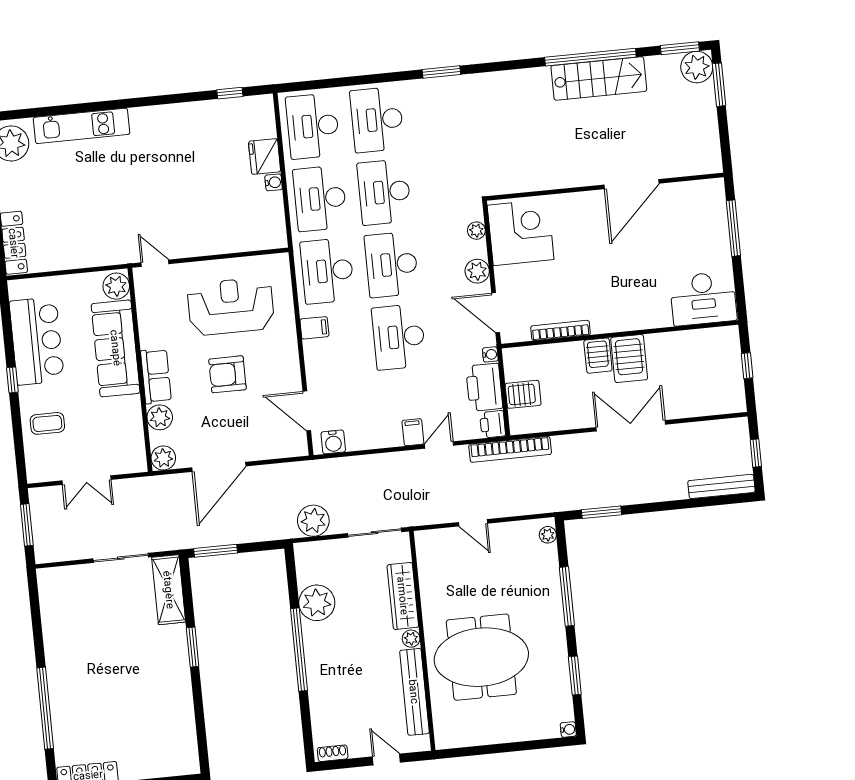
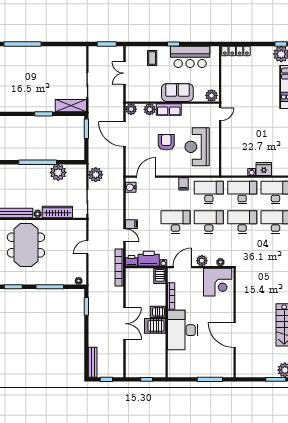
desk: (703, 299) -> (183, 330), moved, width x1.36, depth x1.30
reception desk: (231, 306) -> (197, 147), turned 180
sofa: (116, 348) -> (177, 92), width x0.73
server rack: (523, 394) -> (160, 276), moved

